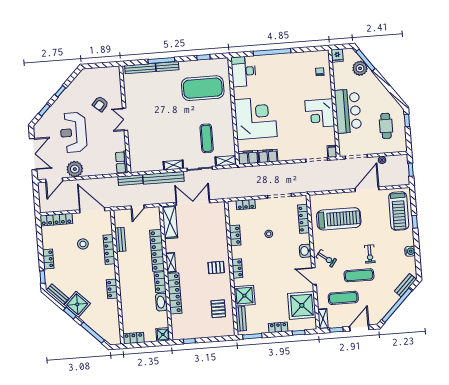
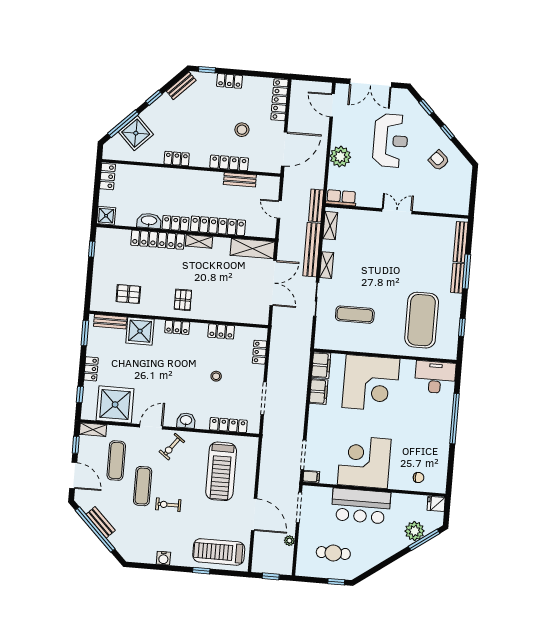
armchair: (100, 104) -> (439, 160), moved
corner desk: (320, 113) -> (364, 462), width x1.36, depth x1.36
reception desk: (73, 132) -> (391, 141), turned 90
shelving: (226, 161) -> (330, 226), moved
plant: (75, 169) -> (340, 157), moved
bench: (405, 285) -> (101, 522), moved
shower: (77, 304) -> (136, 133), moved

